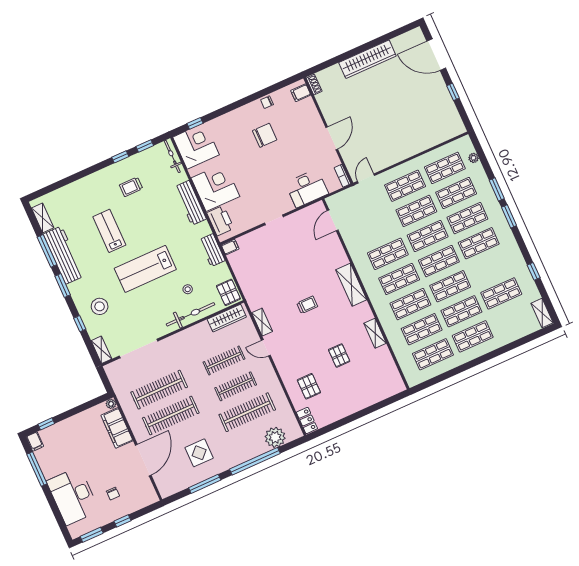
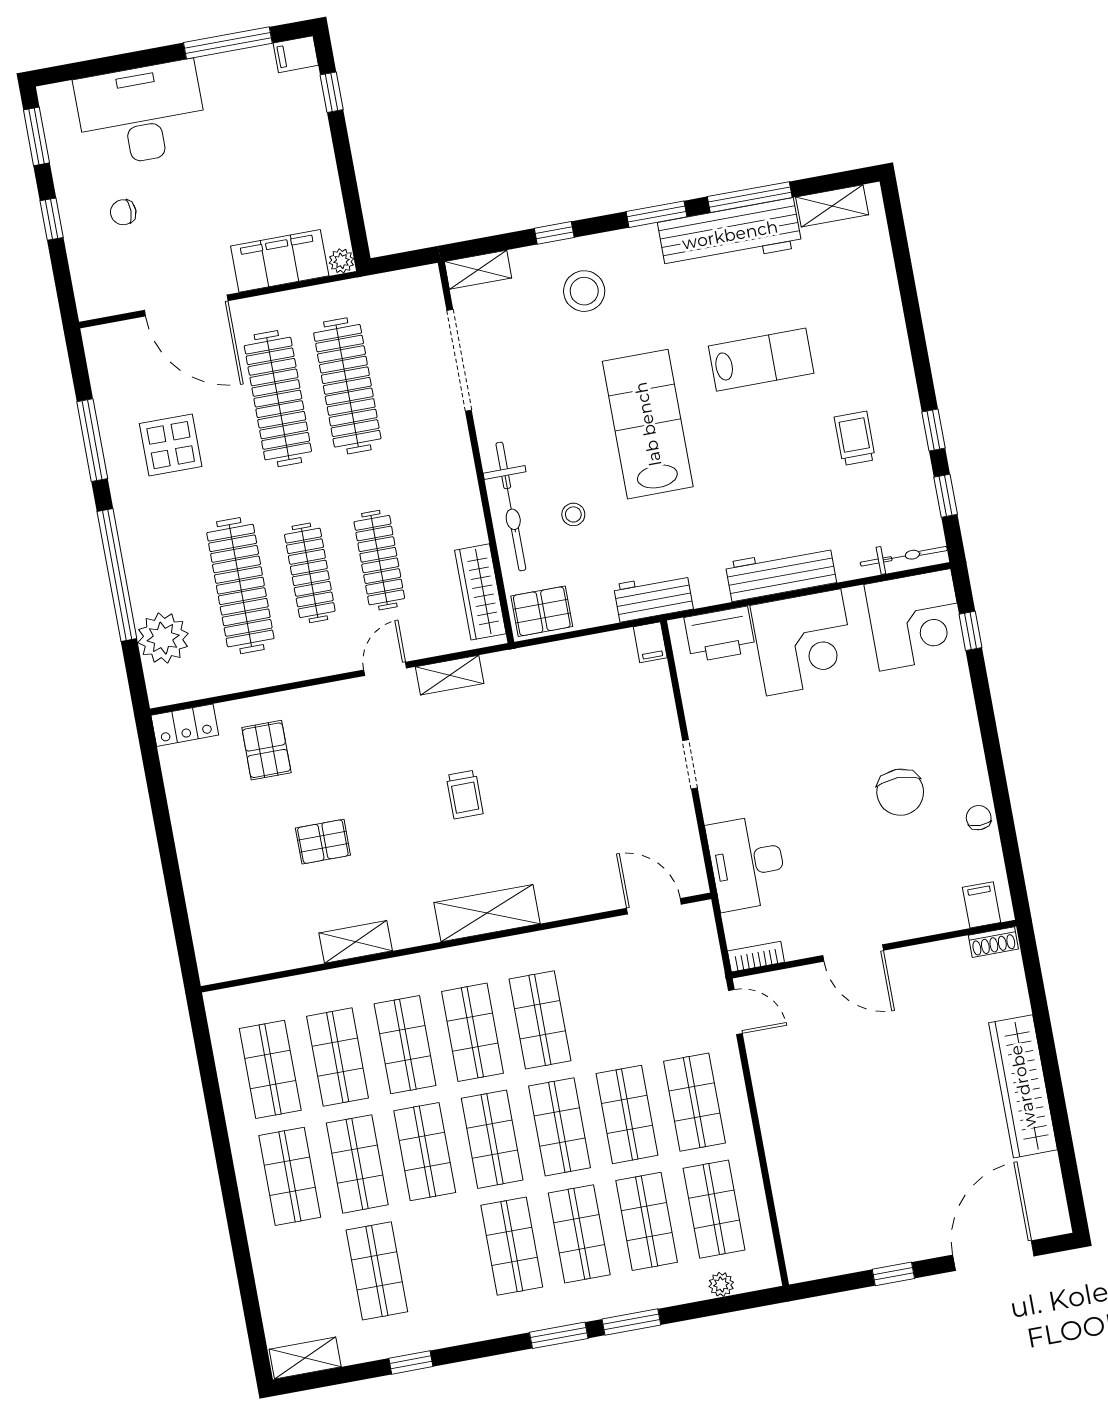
pallet: (309, 386) -> (266, 750), turned 90

